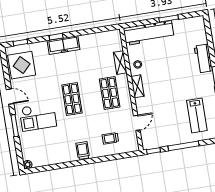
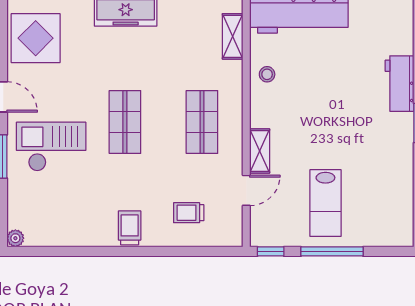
shelving: (120, 63) -> (233, 36), moved
shelving: (138, 86) -> (260, 151), moved
lab bench: (197, 115) -> (325, 203), moved
checkout: (38, 117) -> (51, 147), turned 180

